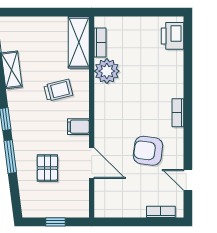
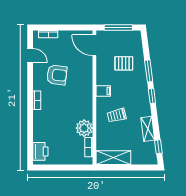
shelving: (79, 42) -> (113, 158), moved, turned 90
door: (92, 163) -> (94, 45), moved
pallet: (47, 168) -> (124, 63), turned 90
window: (56, 222) -> (118, 27), width x2.17

